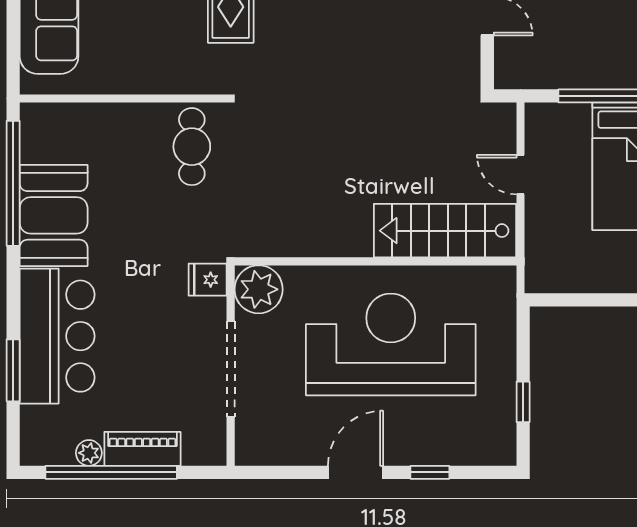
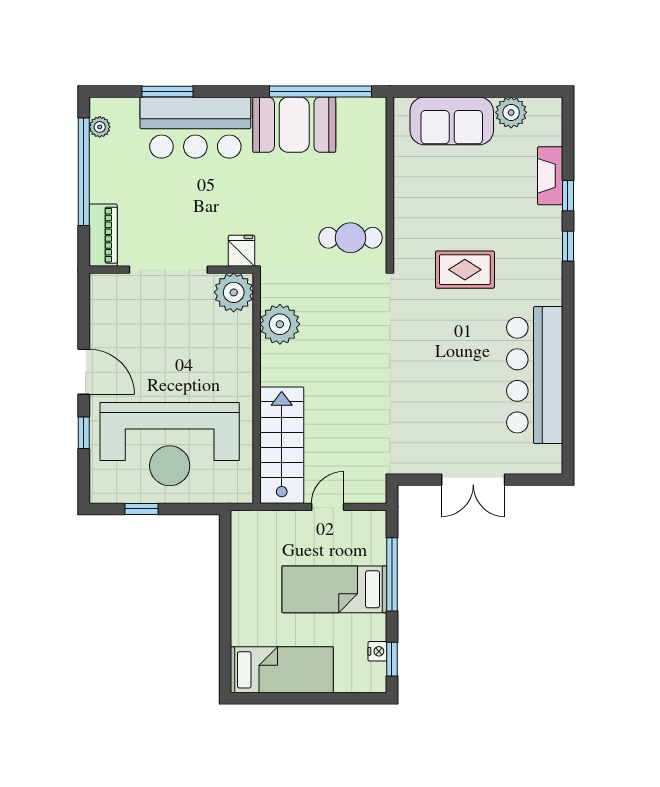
plant: (297, 233) -> (280, 324), added
reception desk: (391, 344) -> (170, 444), moved, turned 90
piano: (142, 449) -> (103, 235), moved
plant: (89, 453) -> (100, 127), moved

